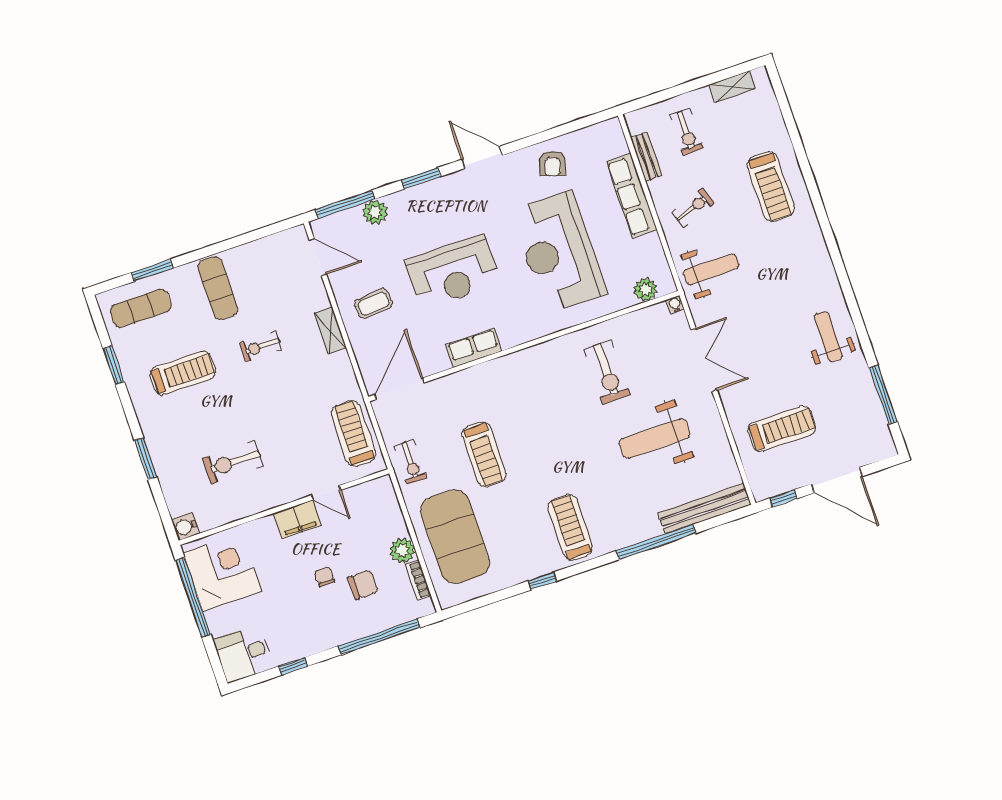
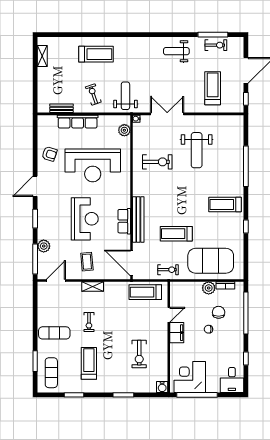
exercise bike: (686, 132) -> (216, 45), moved
treadmill: (484, 454) -> (176, 234), turned 180
bench: (704, 509) -> (138, 220), moved

